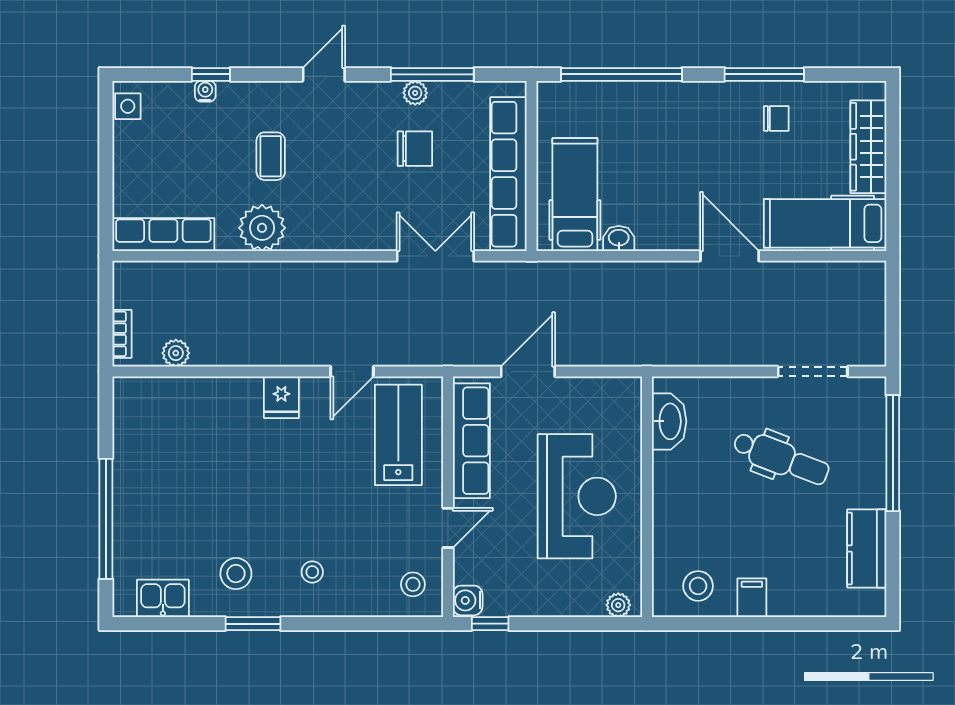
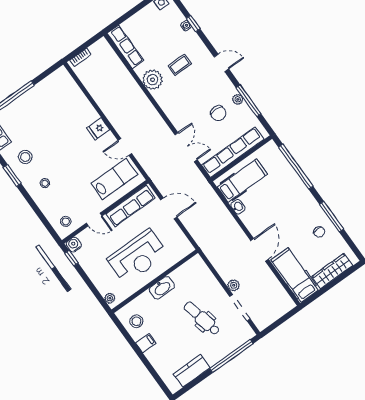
plant: (176, 353) -> (234, 285), moved
washbasin: (669, 421) -> (162, 288), moved
dental chair: (781, 458) -> (202, 318), turned 147

